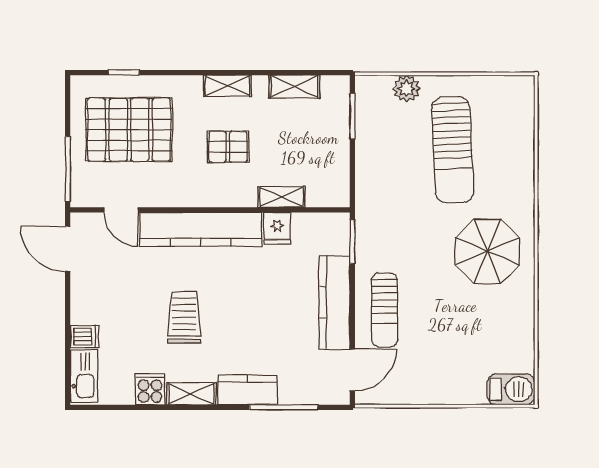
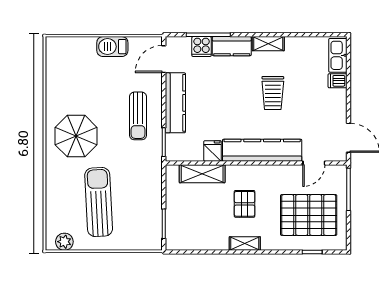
shelving: (294, 86) -> (201, 243), removed
plant: (406, 88) -> (64, 242), moved
pallet: (228, 147) -> (245, 204), turned 90
shelving: (281, 197) -> (202, 174), width x1.50, depth x1.33
door: (121, 210) -> (314, 163), swing flipped
sun lounger: (384, 310) -> (138, 116), moved, turned 180
cooker: (150, 389) -> (202, 47), moved
barbecue: (511, 389) -> (112, 47), moved

